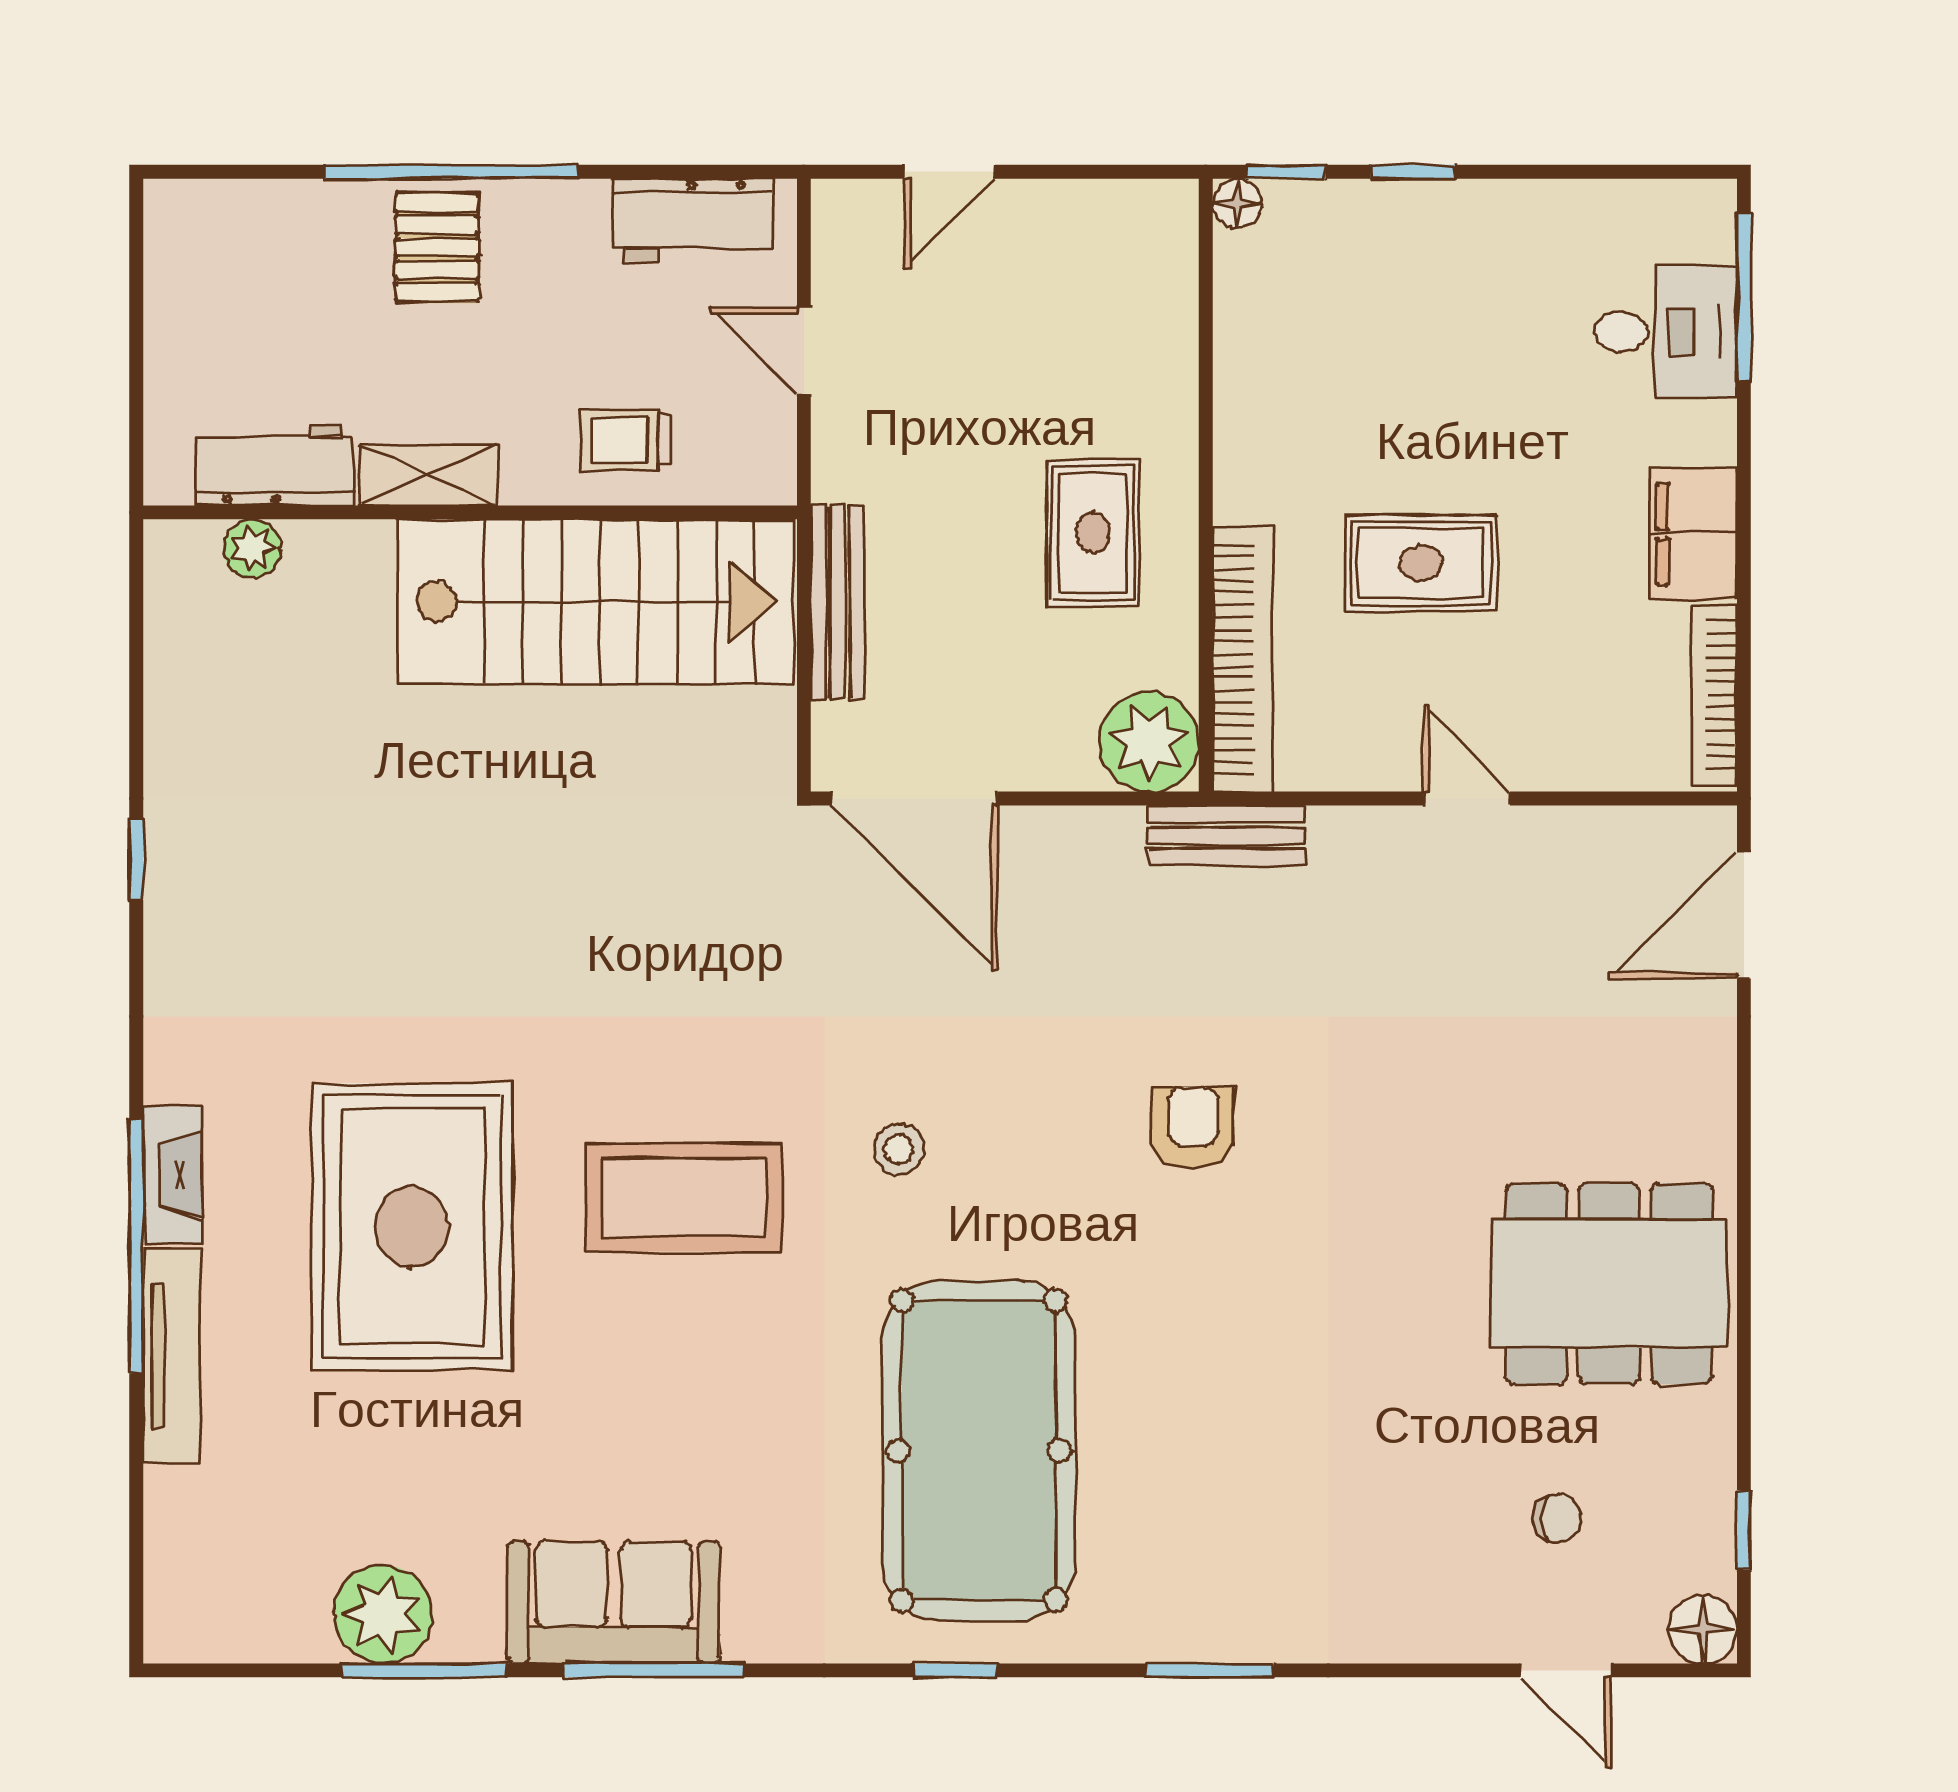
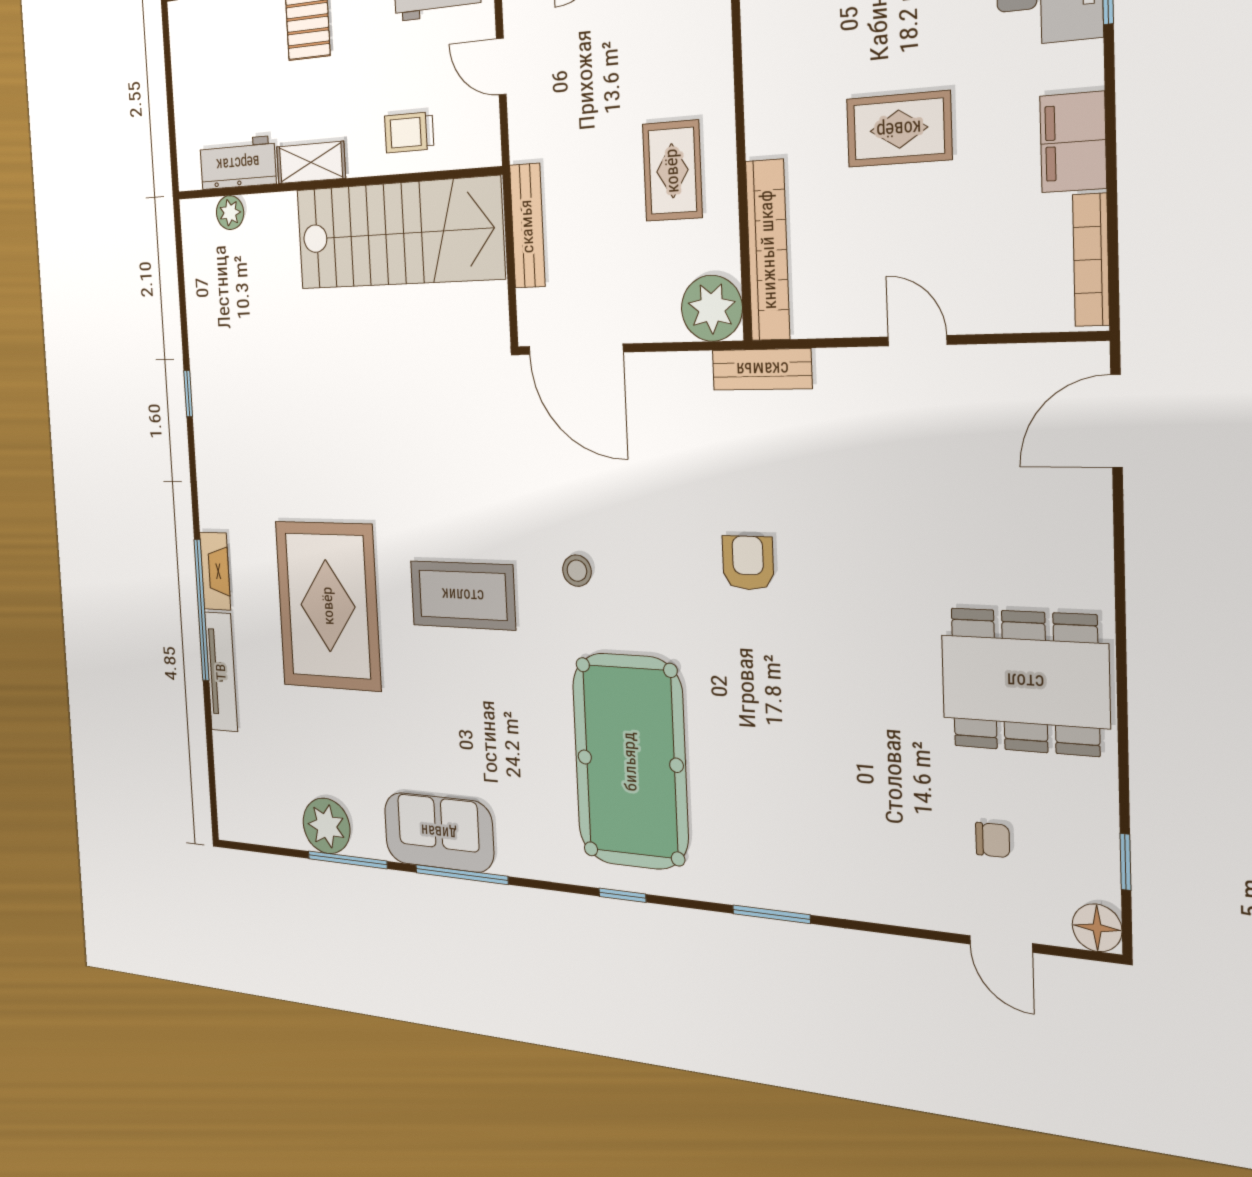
rug: (1421, 563) -> (899, 129), moved

